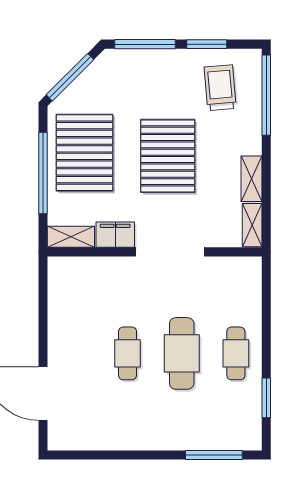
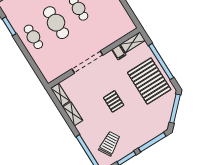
trolley: (220, 88) -> (110, 144), turned -115
pallet: (168, 156) -> (114, 101), width x0.49, depth x0.50
filing cabinet: (115, 235) -> (119, 52), width x0.50

